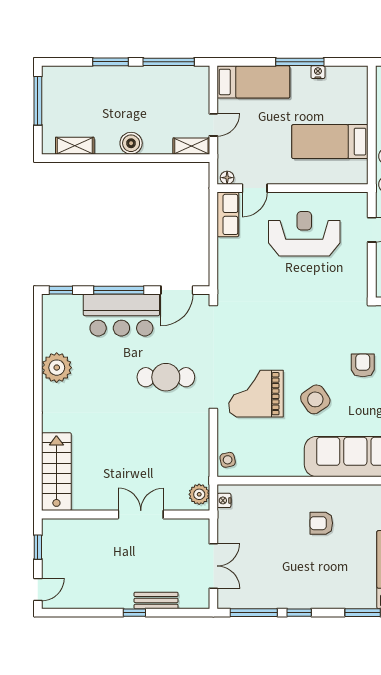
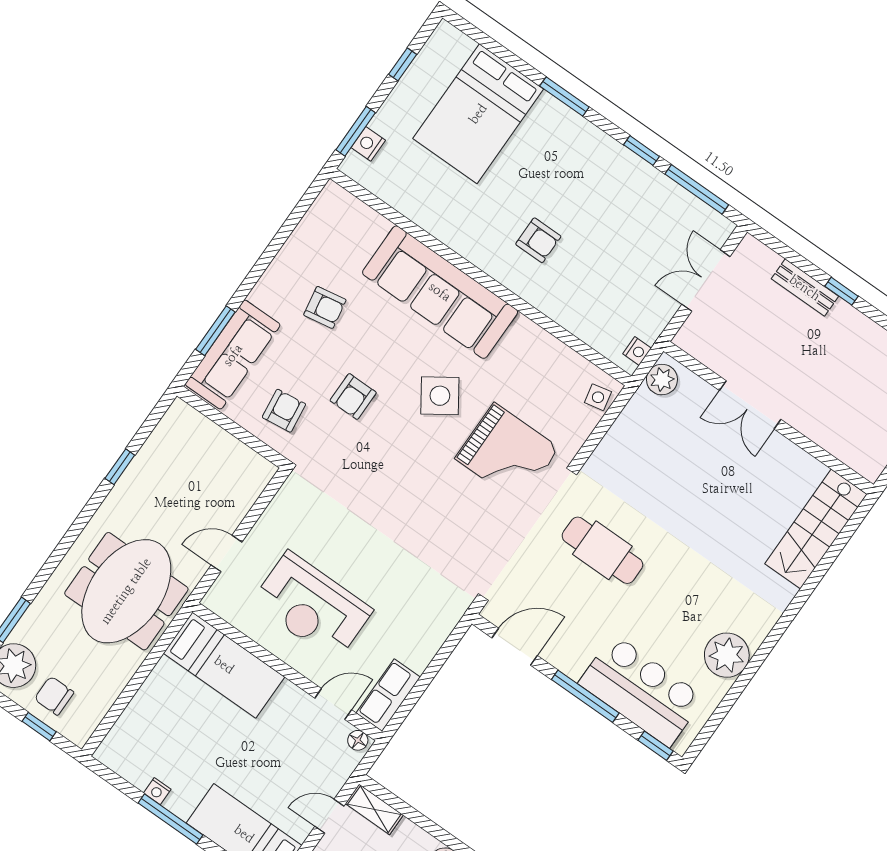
bed: (330, 142) -> (224, 665), moved
bar counter: (121, 315) -> (641, 691), moved

